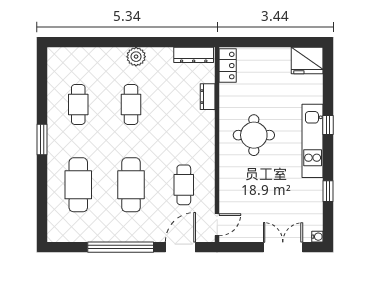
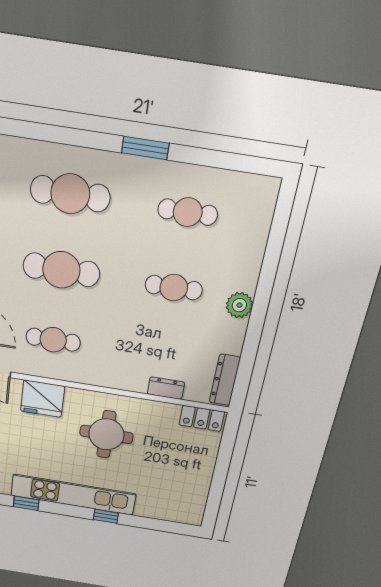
fridge: (307, 61) -> (42, 399), moved, turned -90
kitchen unit: (313, 141) -> (73, 495), width x1.36

